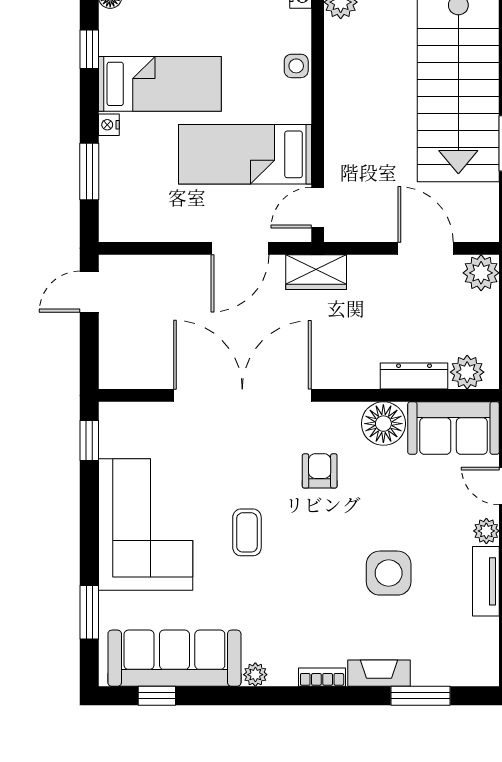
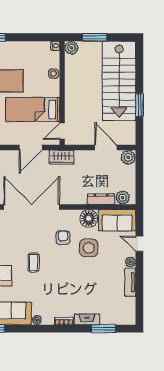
side table: (389, 573) -> (89, 248), moved

